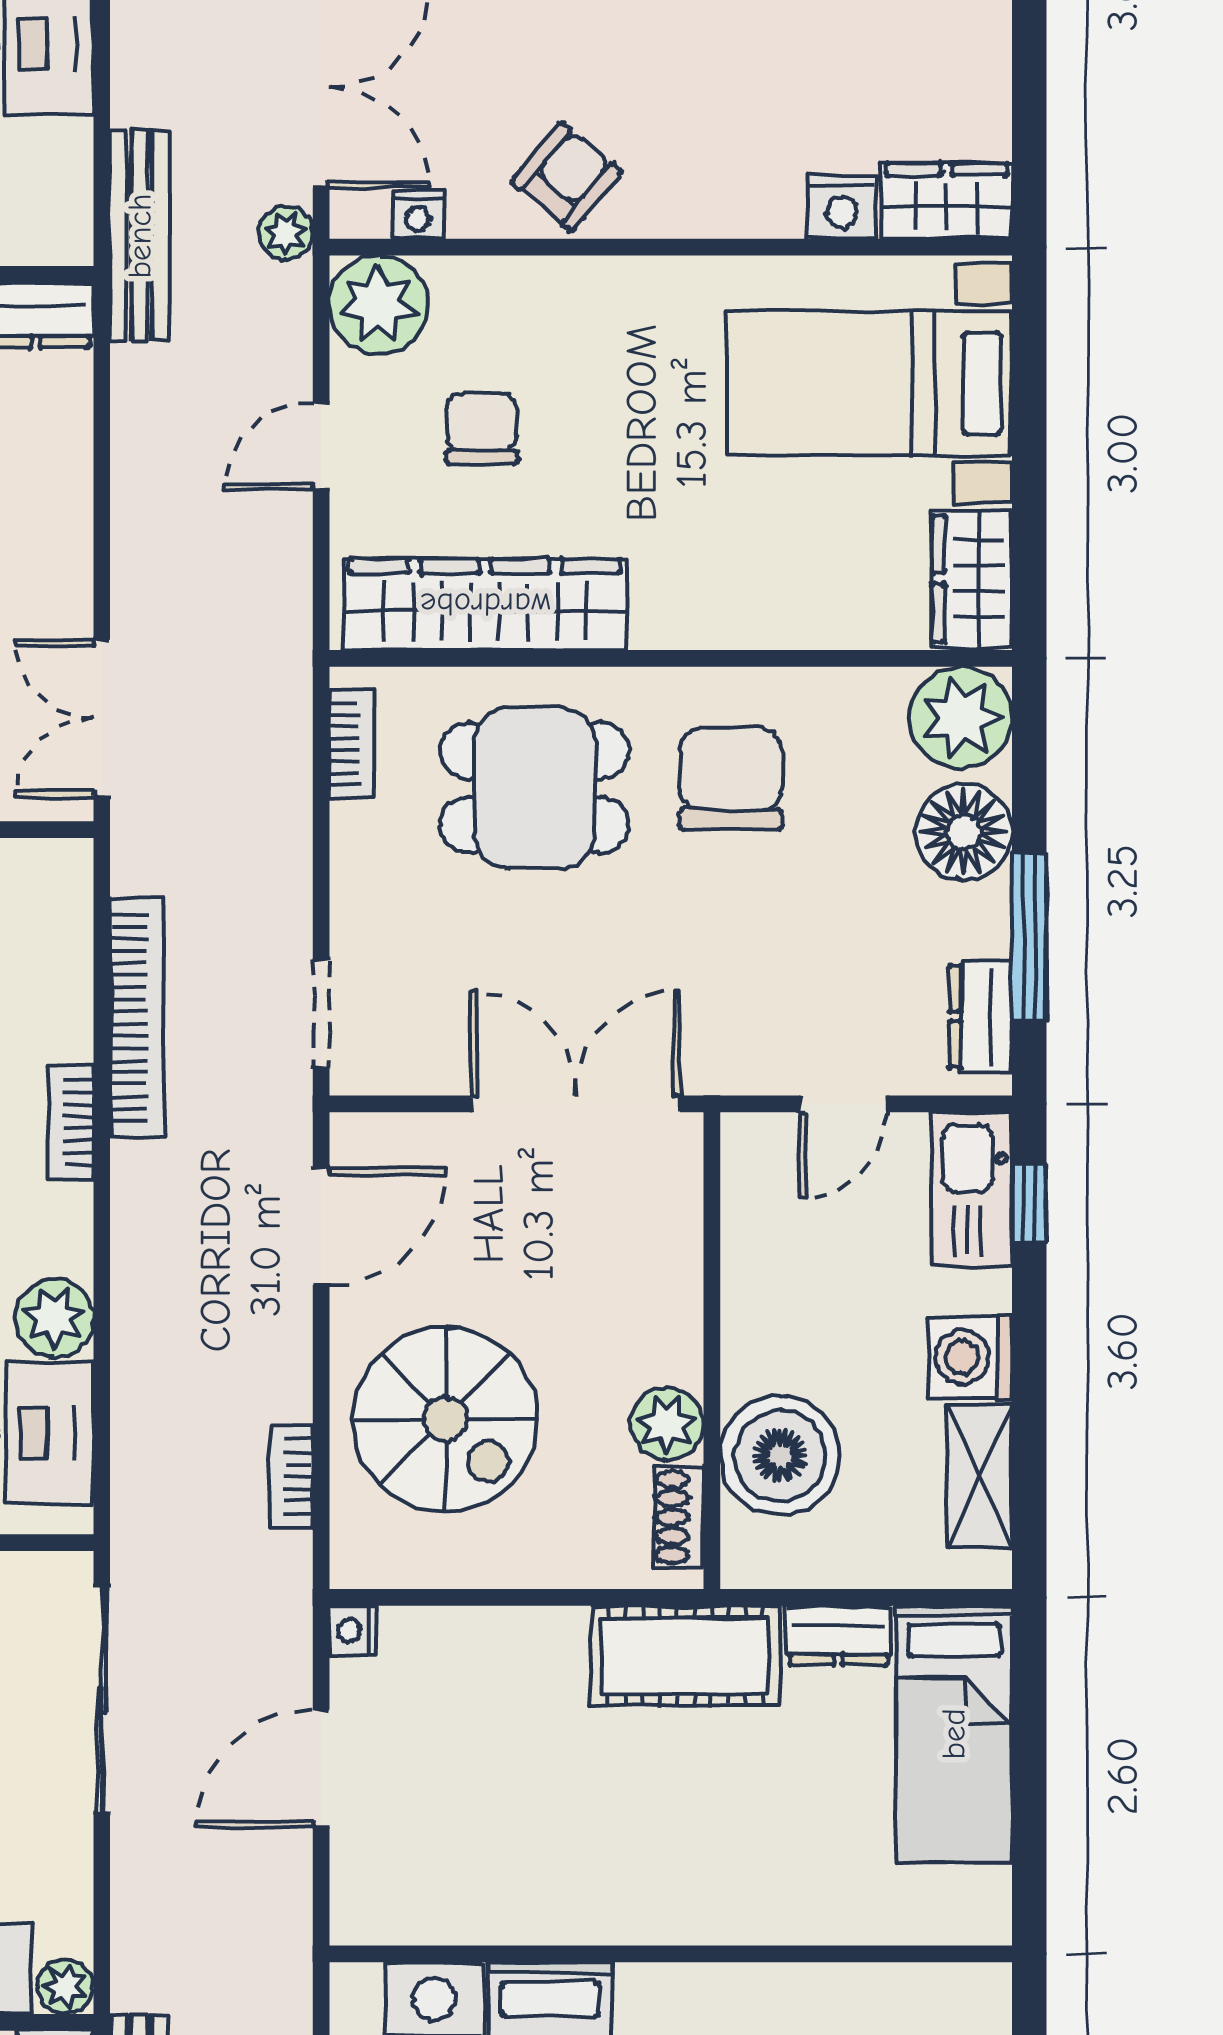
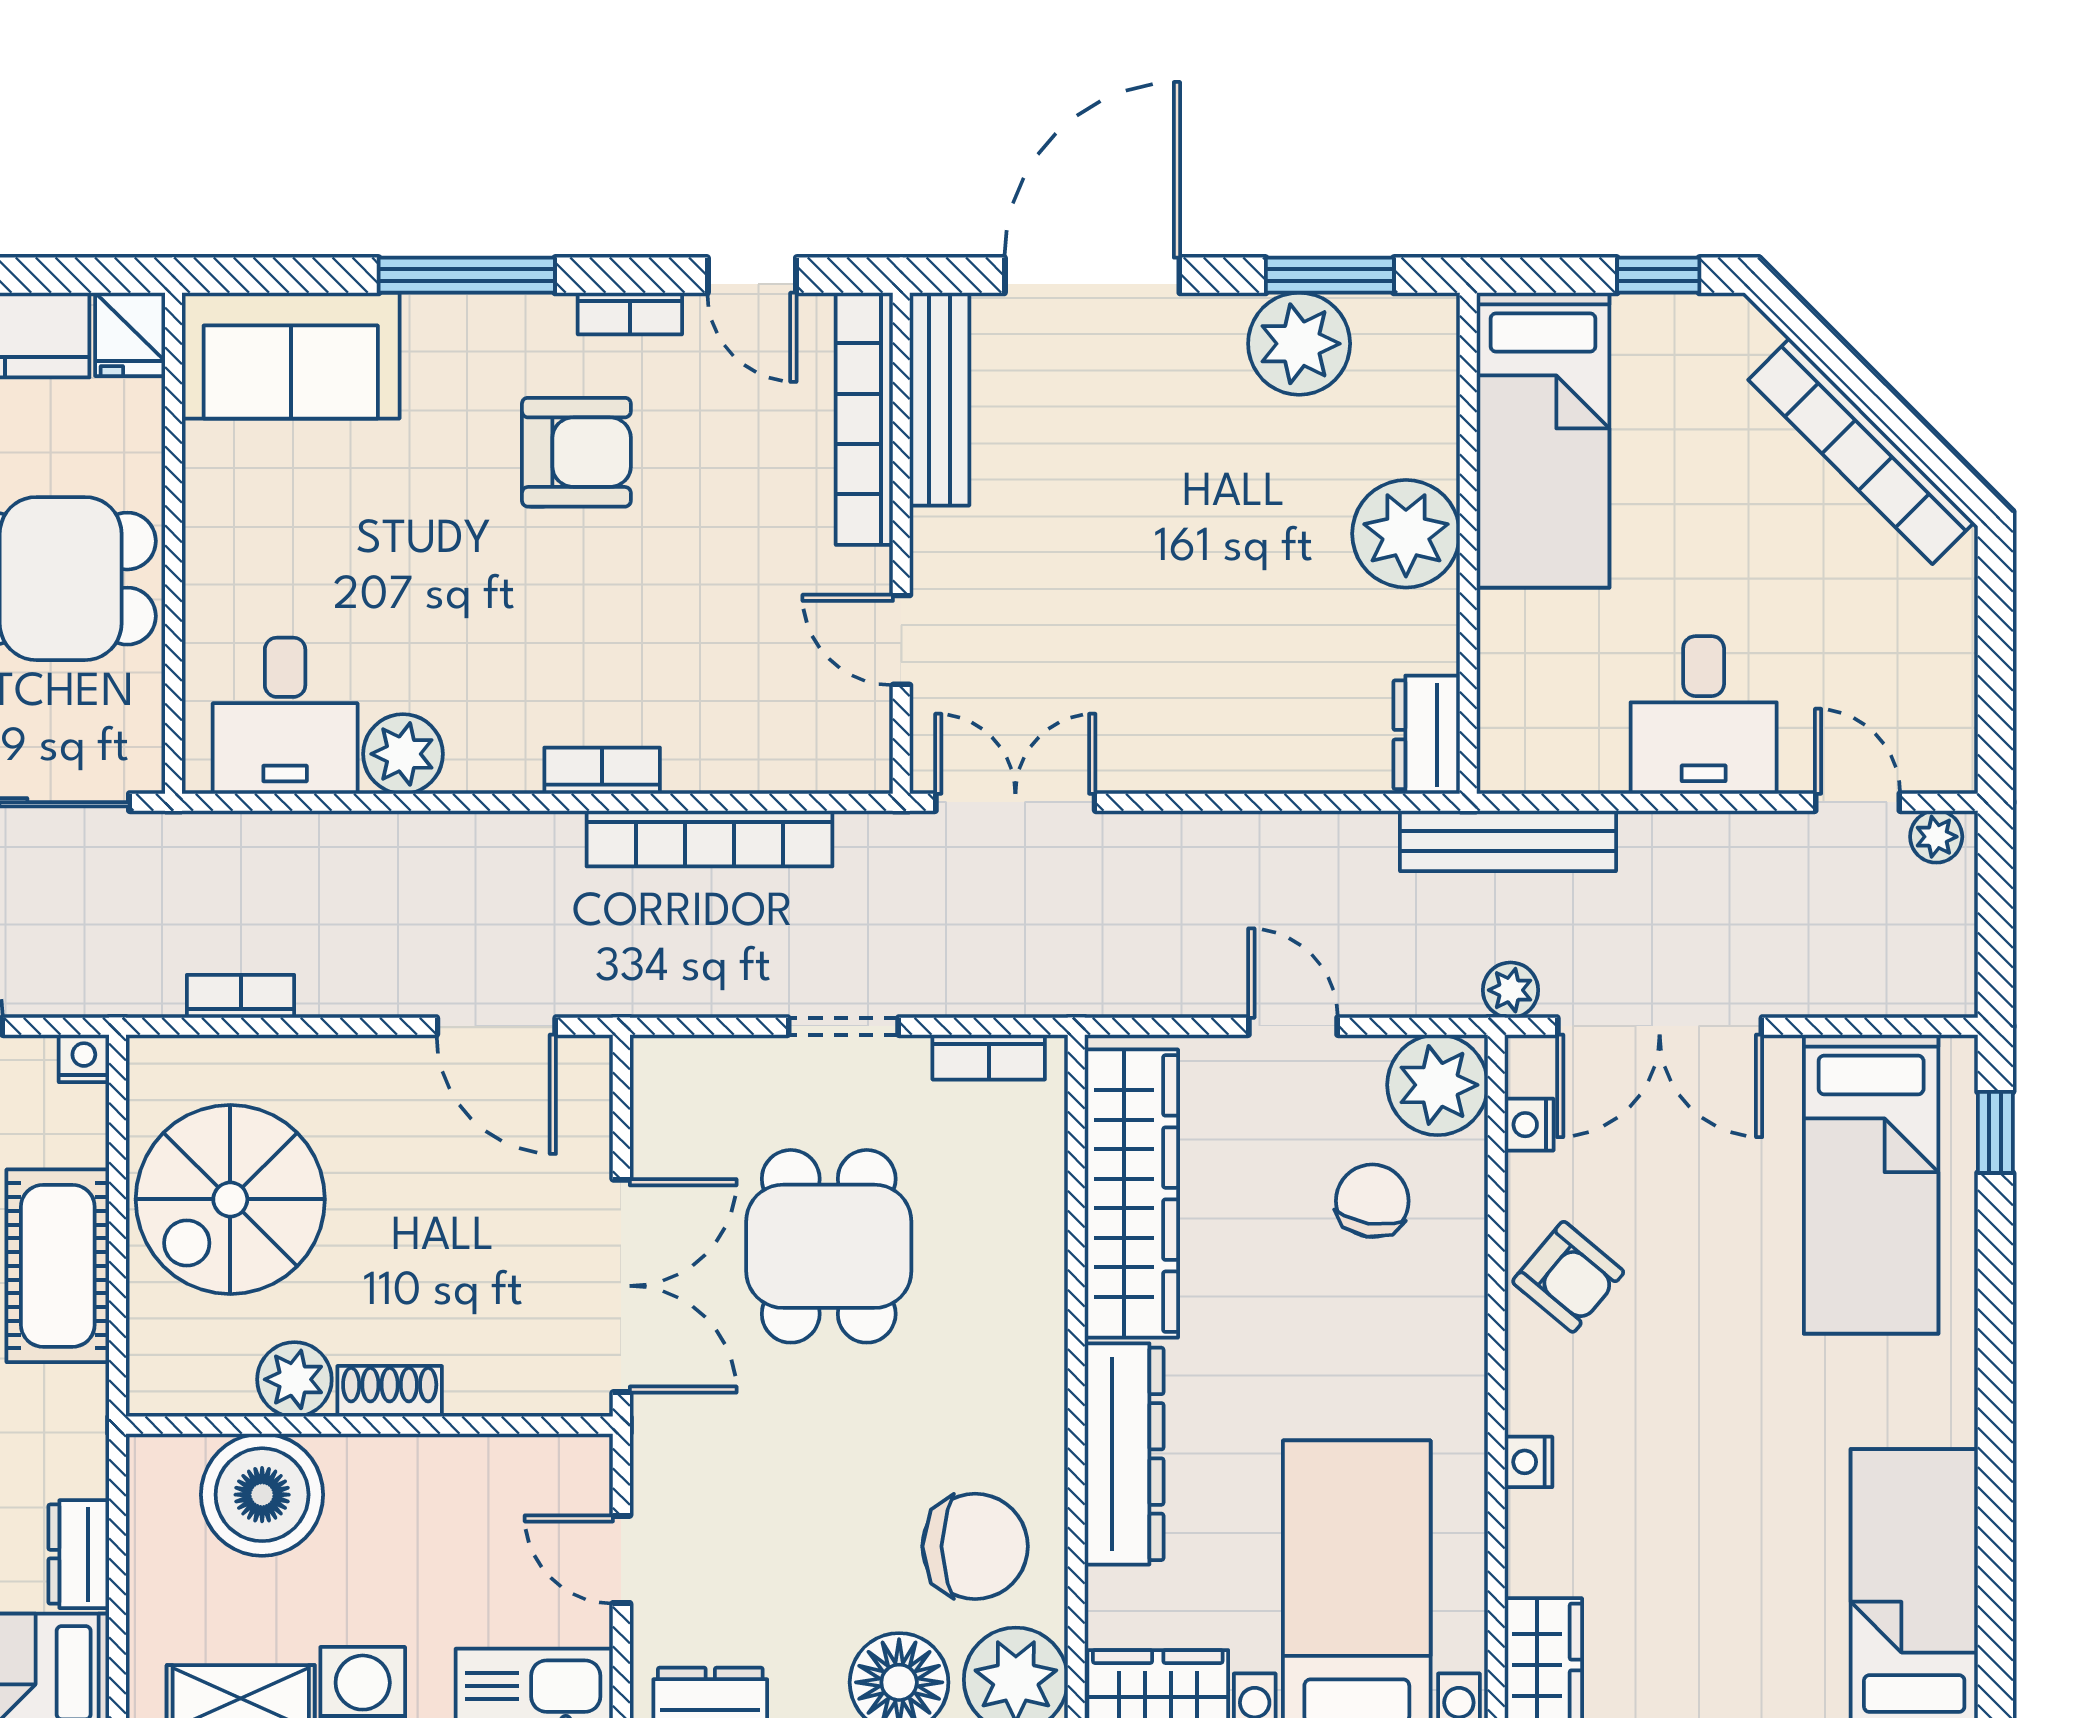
nightstand: (841, 207) -> (1528, 1462), moved, width x0.72, depth x0.74
chair: (482, 428) -> (1372, 1201), moved, turned -81
dresser: (740, 611) -> (1124, 1454), added
chair: (731, 779) -> (975, 1546), moved
dining table: (535, 788) -> (829, 1246), moved
doorway: (321, 1014) -> (843, 1026), moved
spiral stairs: (446, 1419) -> (230, 1199), moved
shoe rack: (679, 1517) -> (390, 1391), moved
cot: (685, 1656) -> (58, 1266), moved

